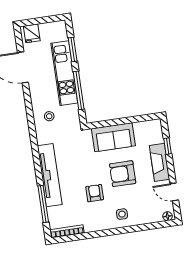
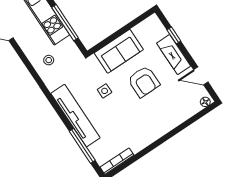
armchair: (123, 174) -> (144, 82), turned -90
armchair: (95, 193) -> (126, 112), removed
side table: (122, 214) -> (105, 91), moved

